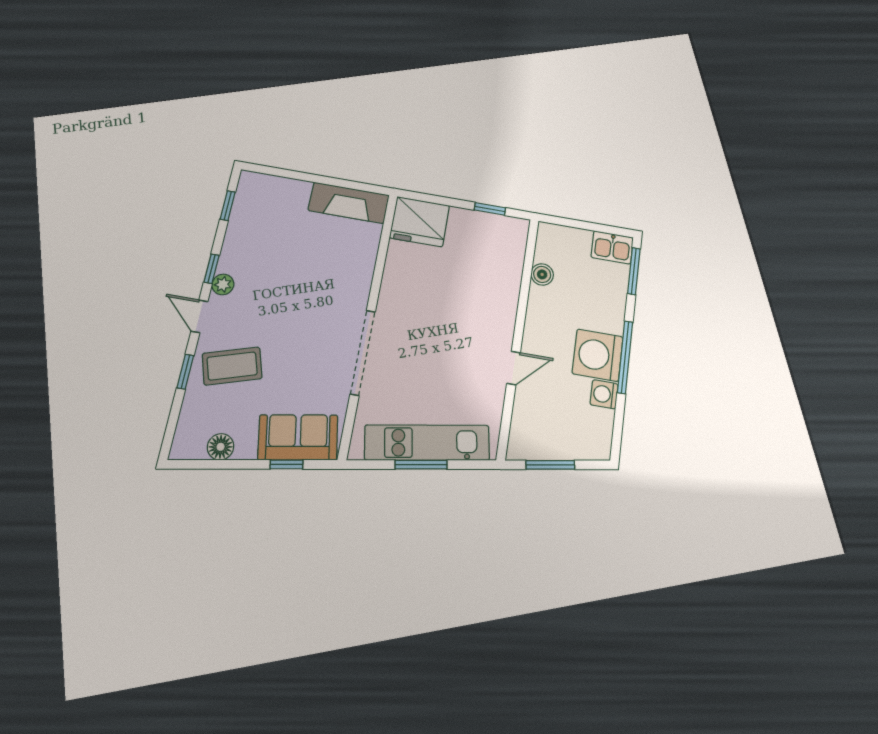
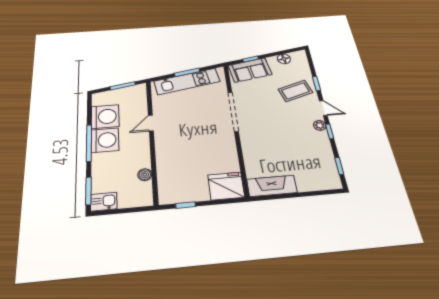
washing machine: (604, 394) -> (105, 117), width x1.89, depth x1.89

